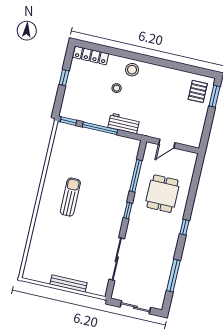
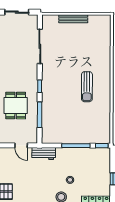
workbench: (124, 123) -> (44, 154), moved
door: (167, 144) -> (21, 145), swing flipped

